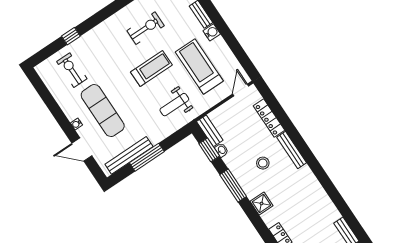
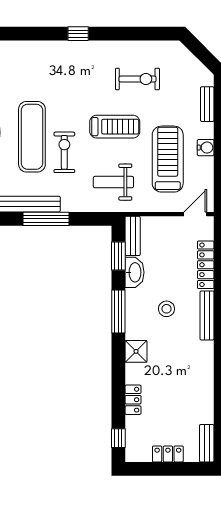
water cooler: (212, 32) -> (206, 148), moved
window: (71, 36) -> (78, 34), moved
exercise bike: (72, 70) -> (64, 152), moved
washbasin: (222, 150) -> (134, 272), width x1.91, depth x1.45

